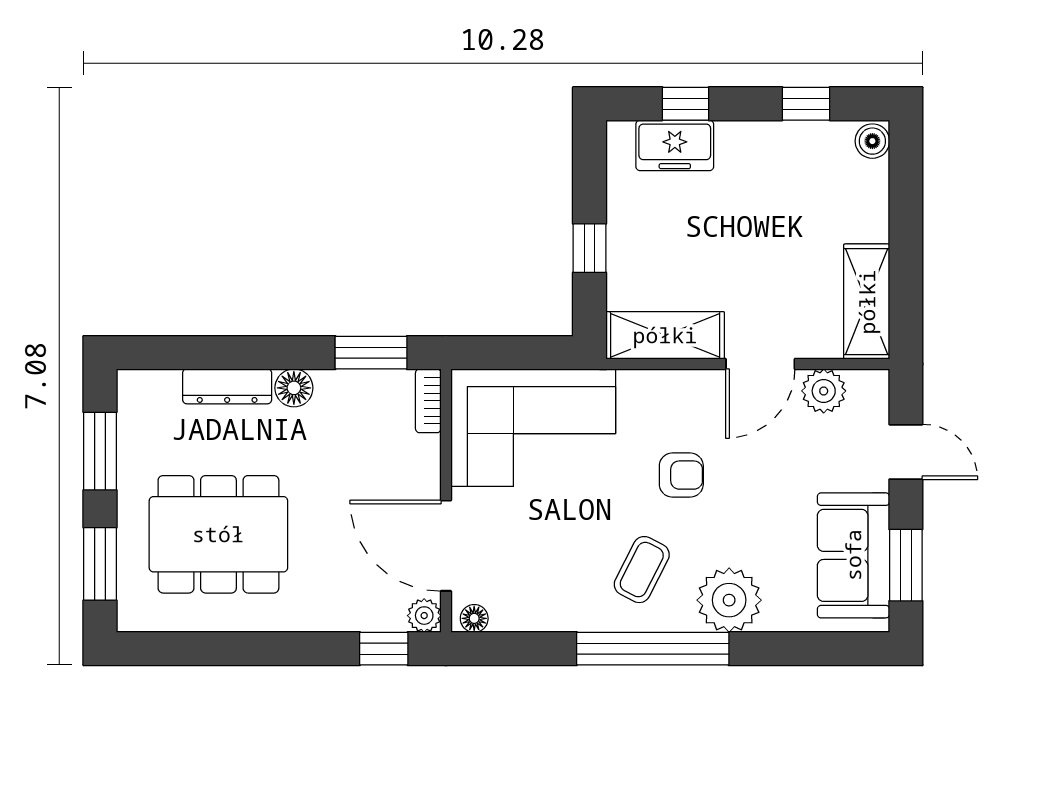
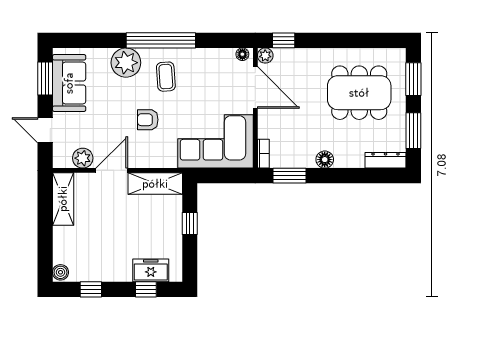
dresser: (227, 386) -> (386, 160), moved
coffee table: (642, 570) -> (166, 77), turned -31

